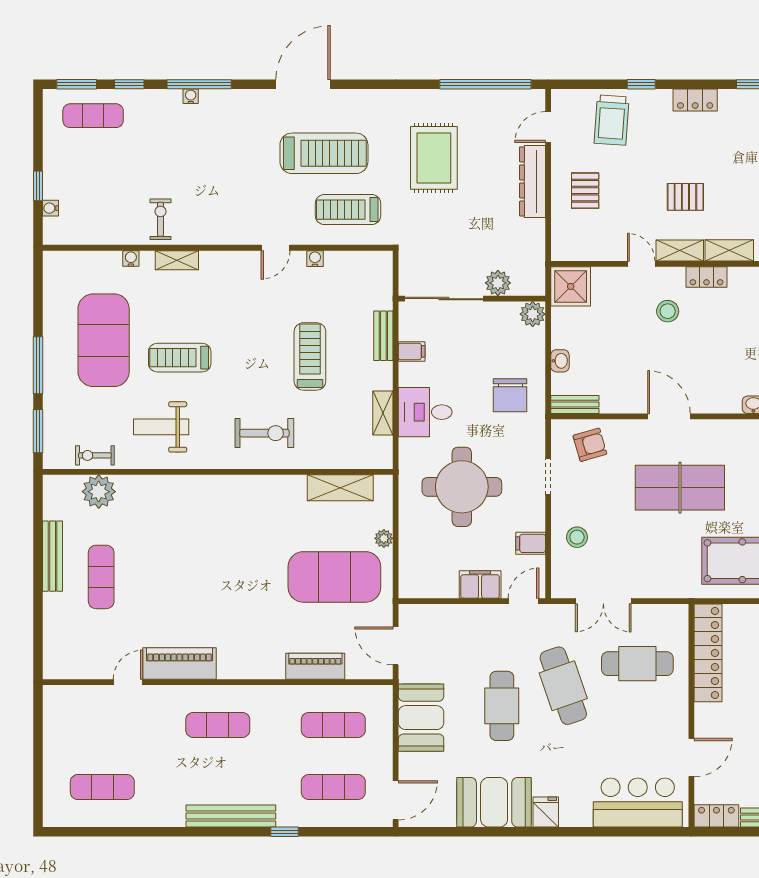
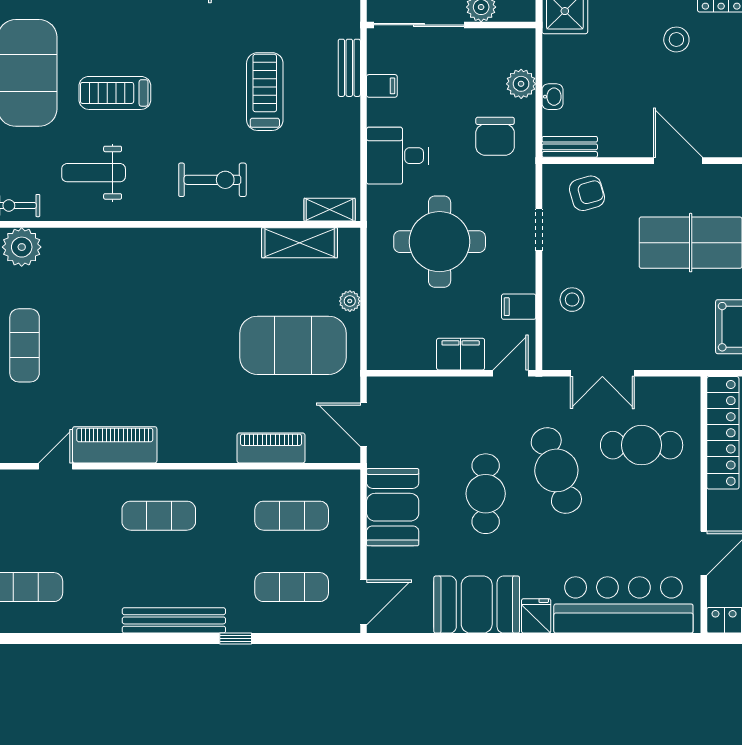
plant: (533, 314) -> (521, 84), moved
shelving: (383, 413) -> (330, 210), moved, turned 90
bar counter: (638, 803) -> (623, 605), width x1.36

